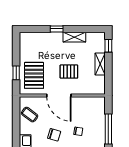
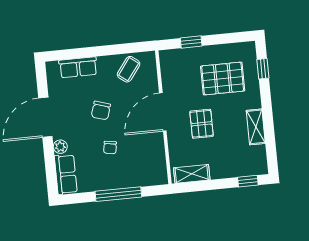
window: (57, 29) -> (263, 69), moved
shelving: (100, 64) -> (192, 174), moved
pallet: (34, 75) -> (223, 78), moved

